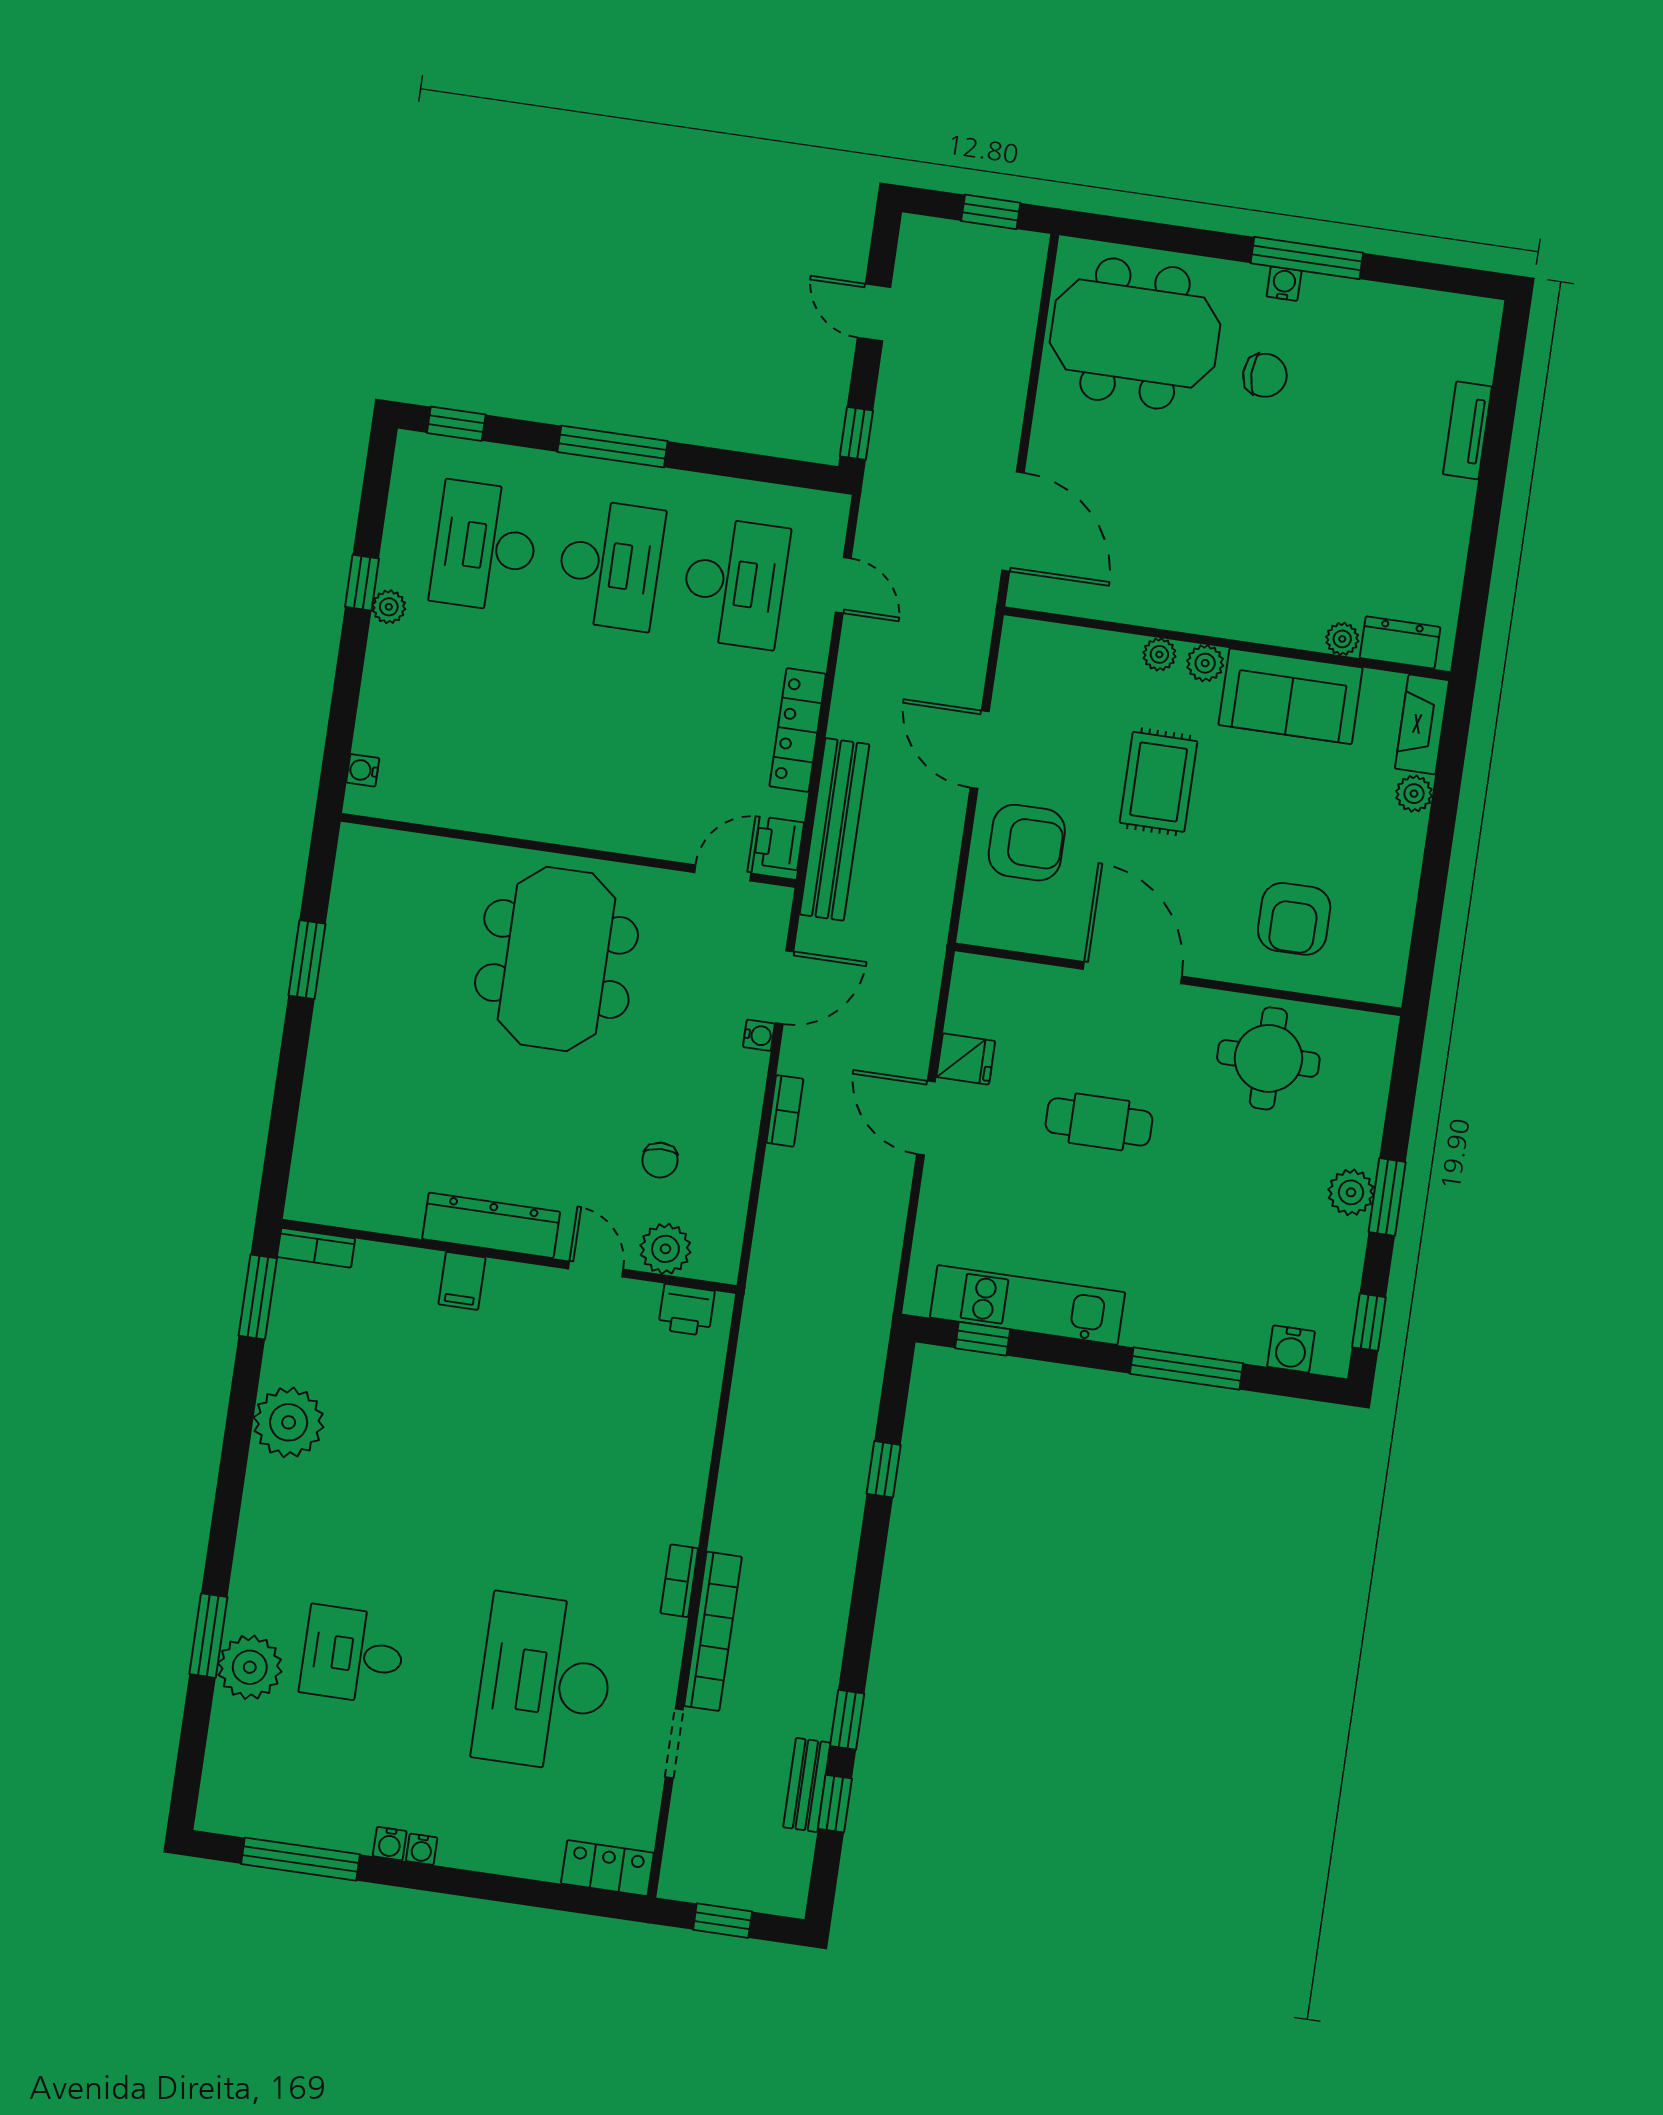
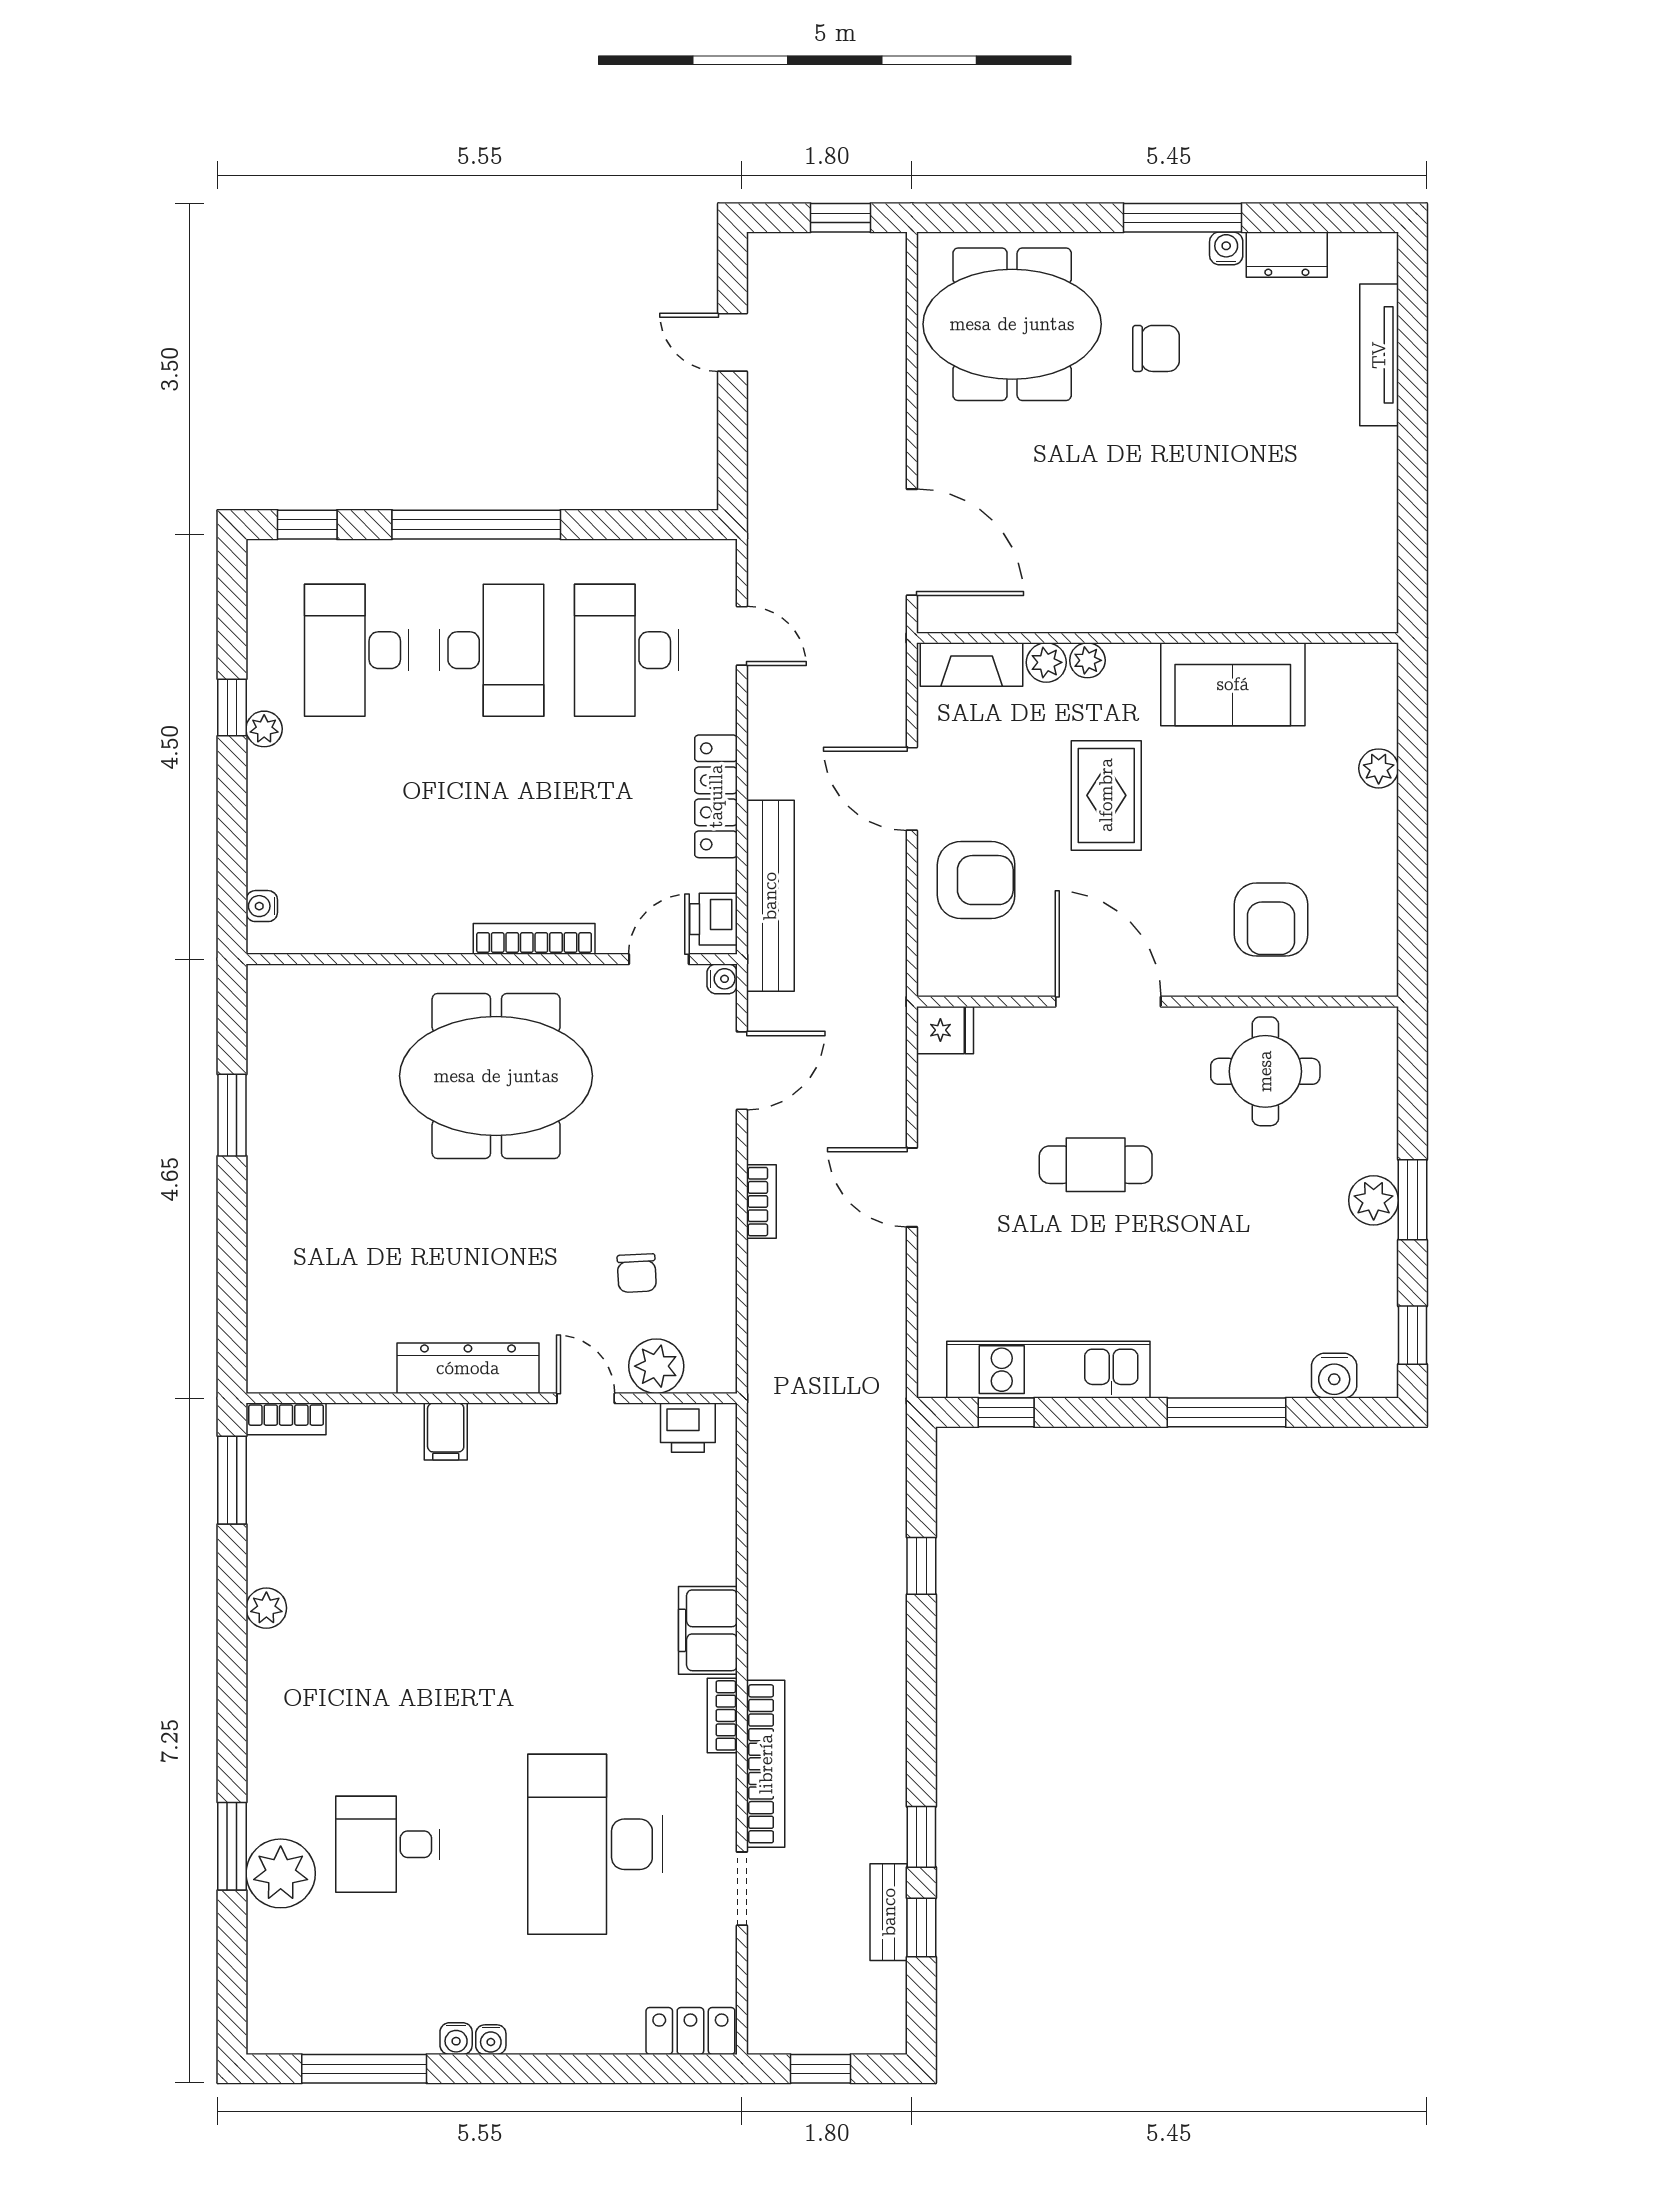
water cooler: (1284, 284) -> (1226, 248), moved
tv unit: (1467, 430) -> (1379, 355), width x1.41
window: (856, 433) -> (732, 473), removed
window: (613, 447) -> (476, 525), width x1.46
desk: (735, 583) -> (627, 650), turned 180
plant: (1342, 639) -> (1279, 616), removed
dresser: (1400, 643) -> (1287, 255), moved, turned 180
plant: (1205, 663) -> (1046, 662), moved
fireplace: (1422, 724) -> (972, 665), moved, turned -90
bookcase: (610, 837) -> (534, 939), added
meeting table: (556, 959) -> (496, 1076), turned 90
water cooler: (759, 1035) -> (722, 979), moved
fridge: (966, 1059) -> (945, 1030), moved
plant: (289, 1422) -> (266, 1608), width x0.53, depth x0.53
filing cabinet: (678, 1500) -> (708, 1630), added

